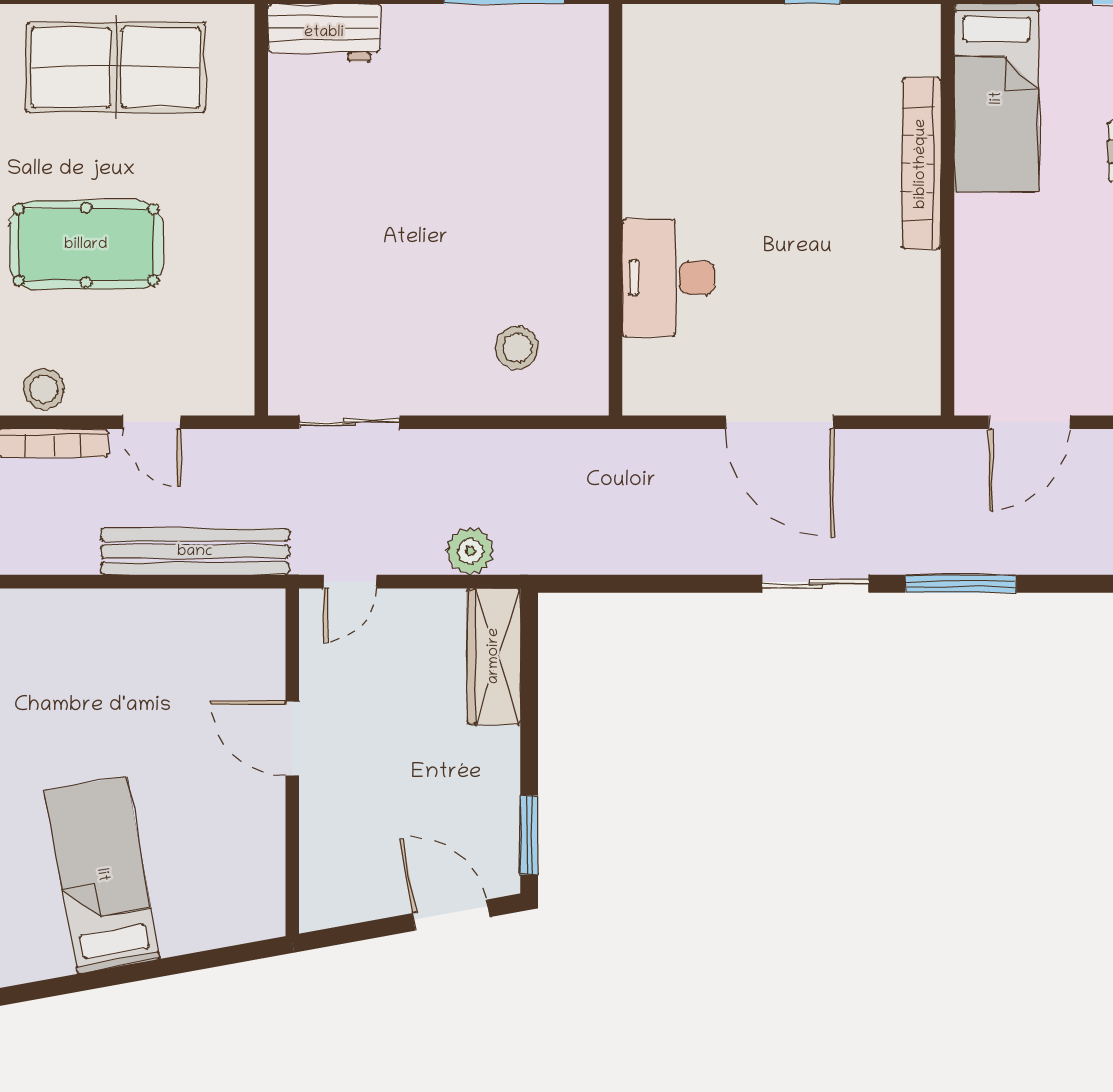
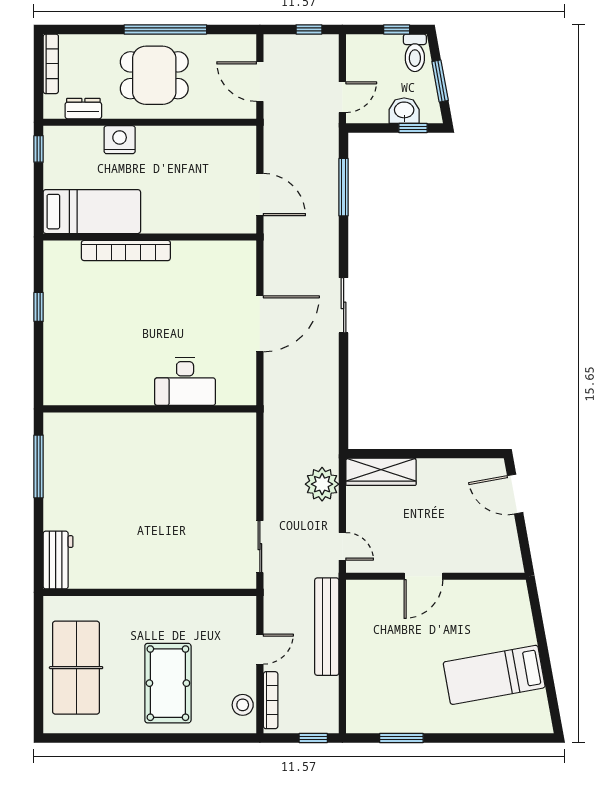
stool: (517, 348) -> (221, 460), removed
plant: (470, 551) -> (322, 484), width x1.36, depth x1.36
window: (961, 584) -> (344, 187), moved
window: (529, 835) -> (474, 454), removed
door: (451, 915) -> (515, 494), hinge flipped

